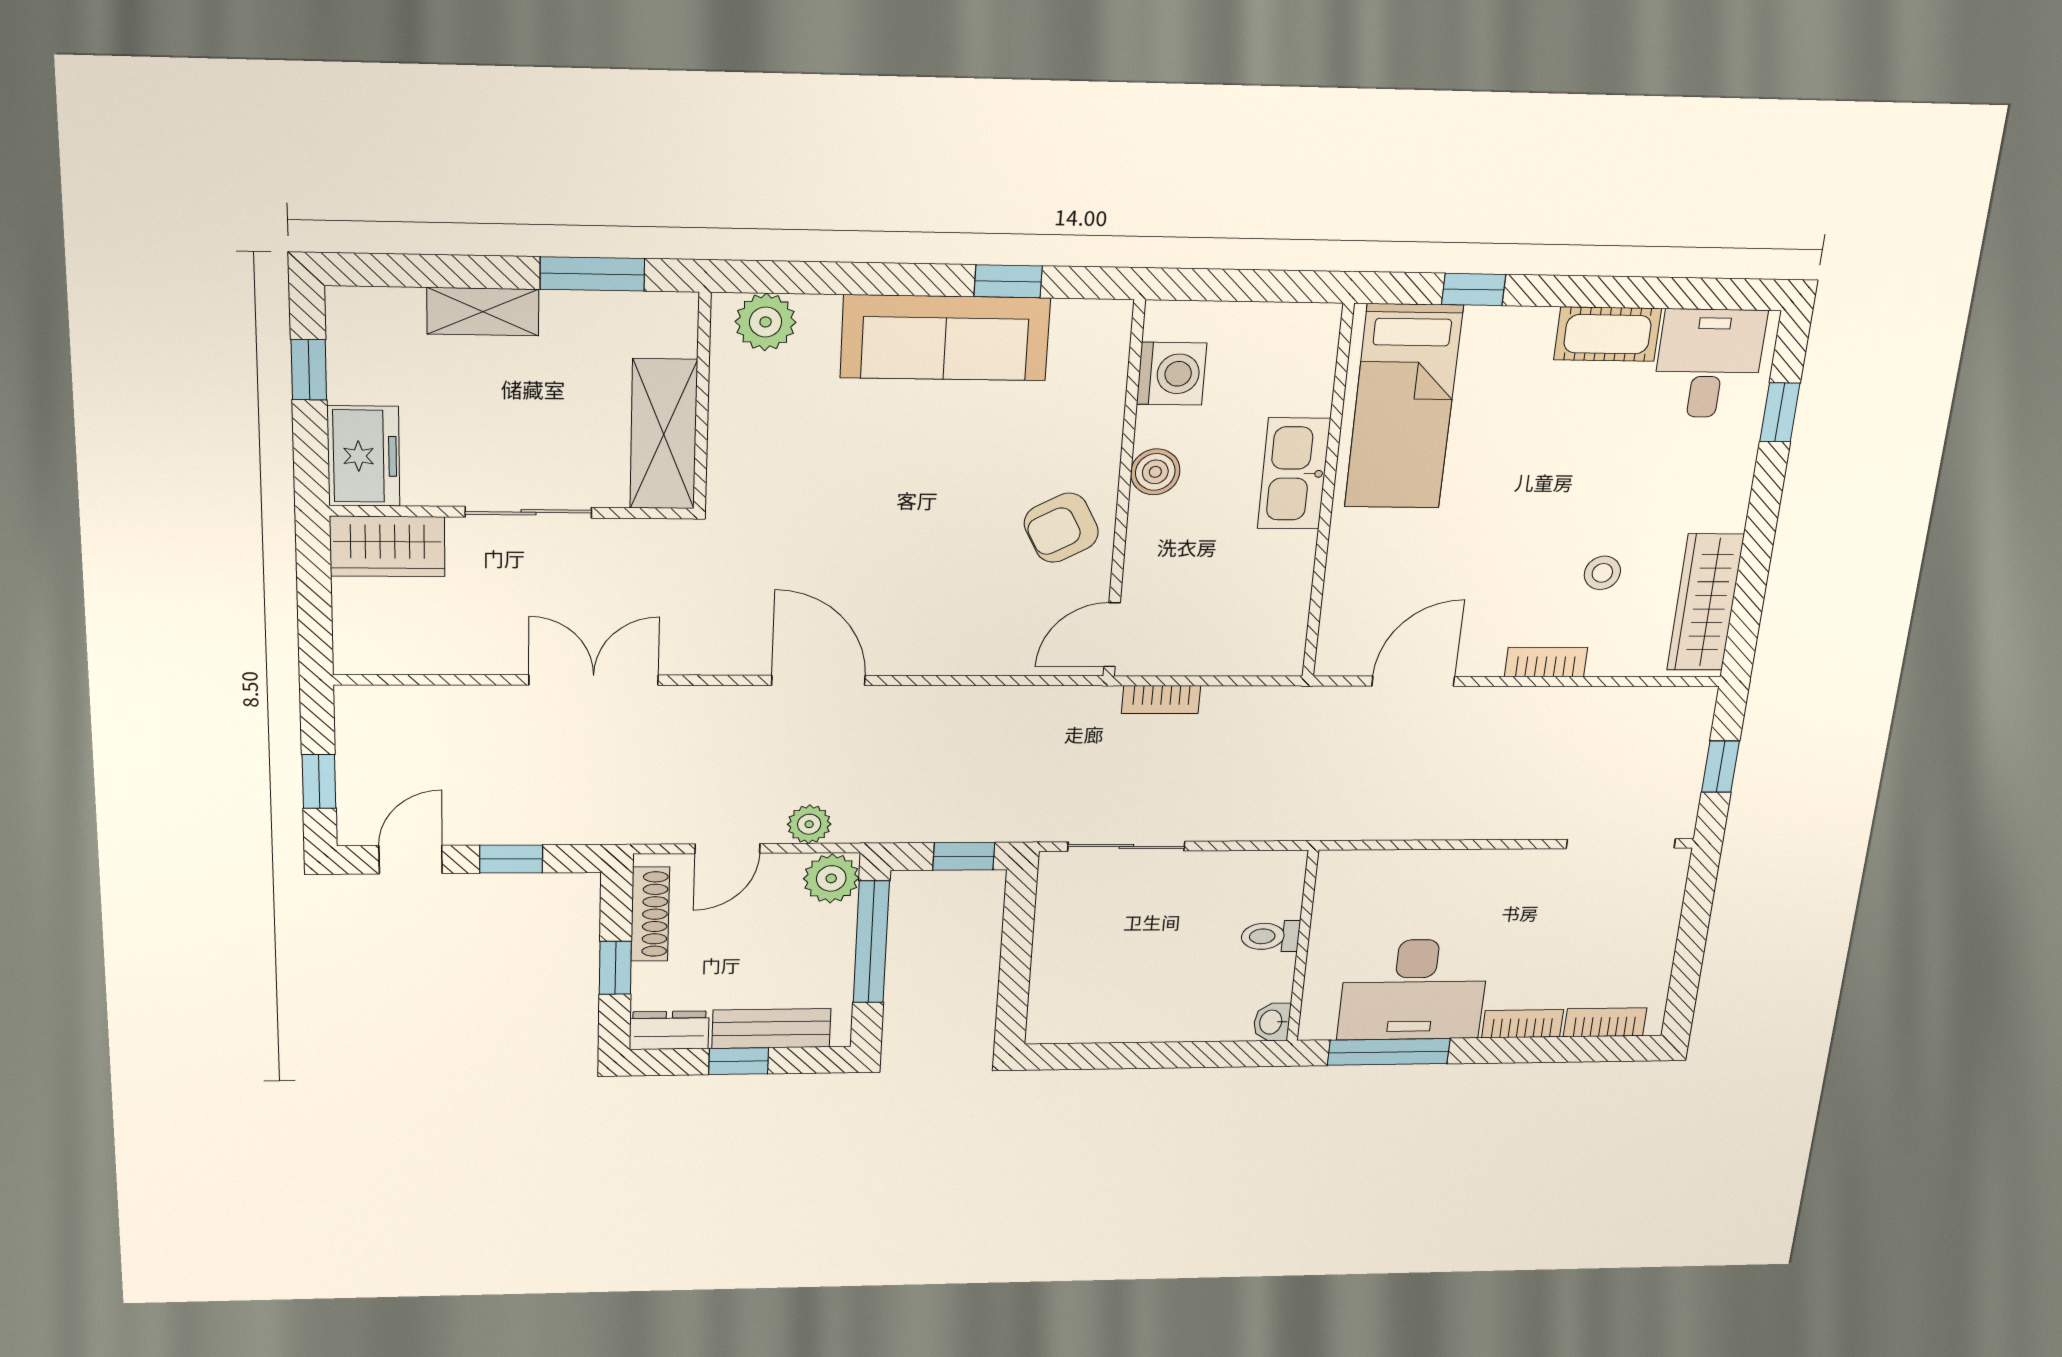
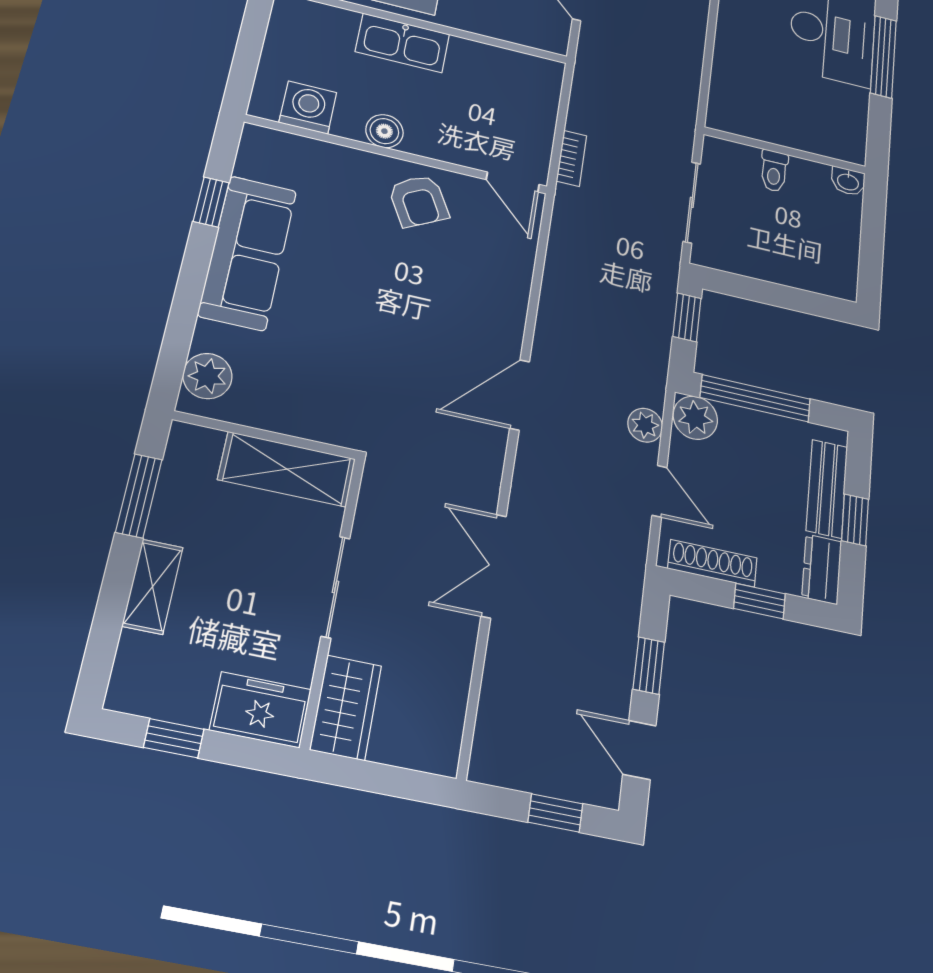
toilet: (1270, 936) -> (774, 171), moved
wall: (1303, 947) -> (785, 150), moved
washbasin: (1272, 1022) -> (848, 181), moved

